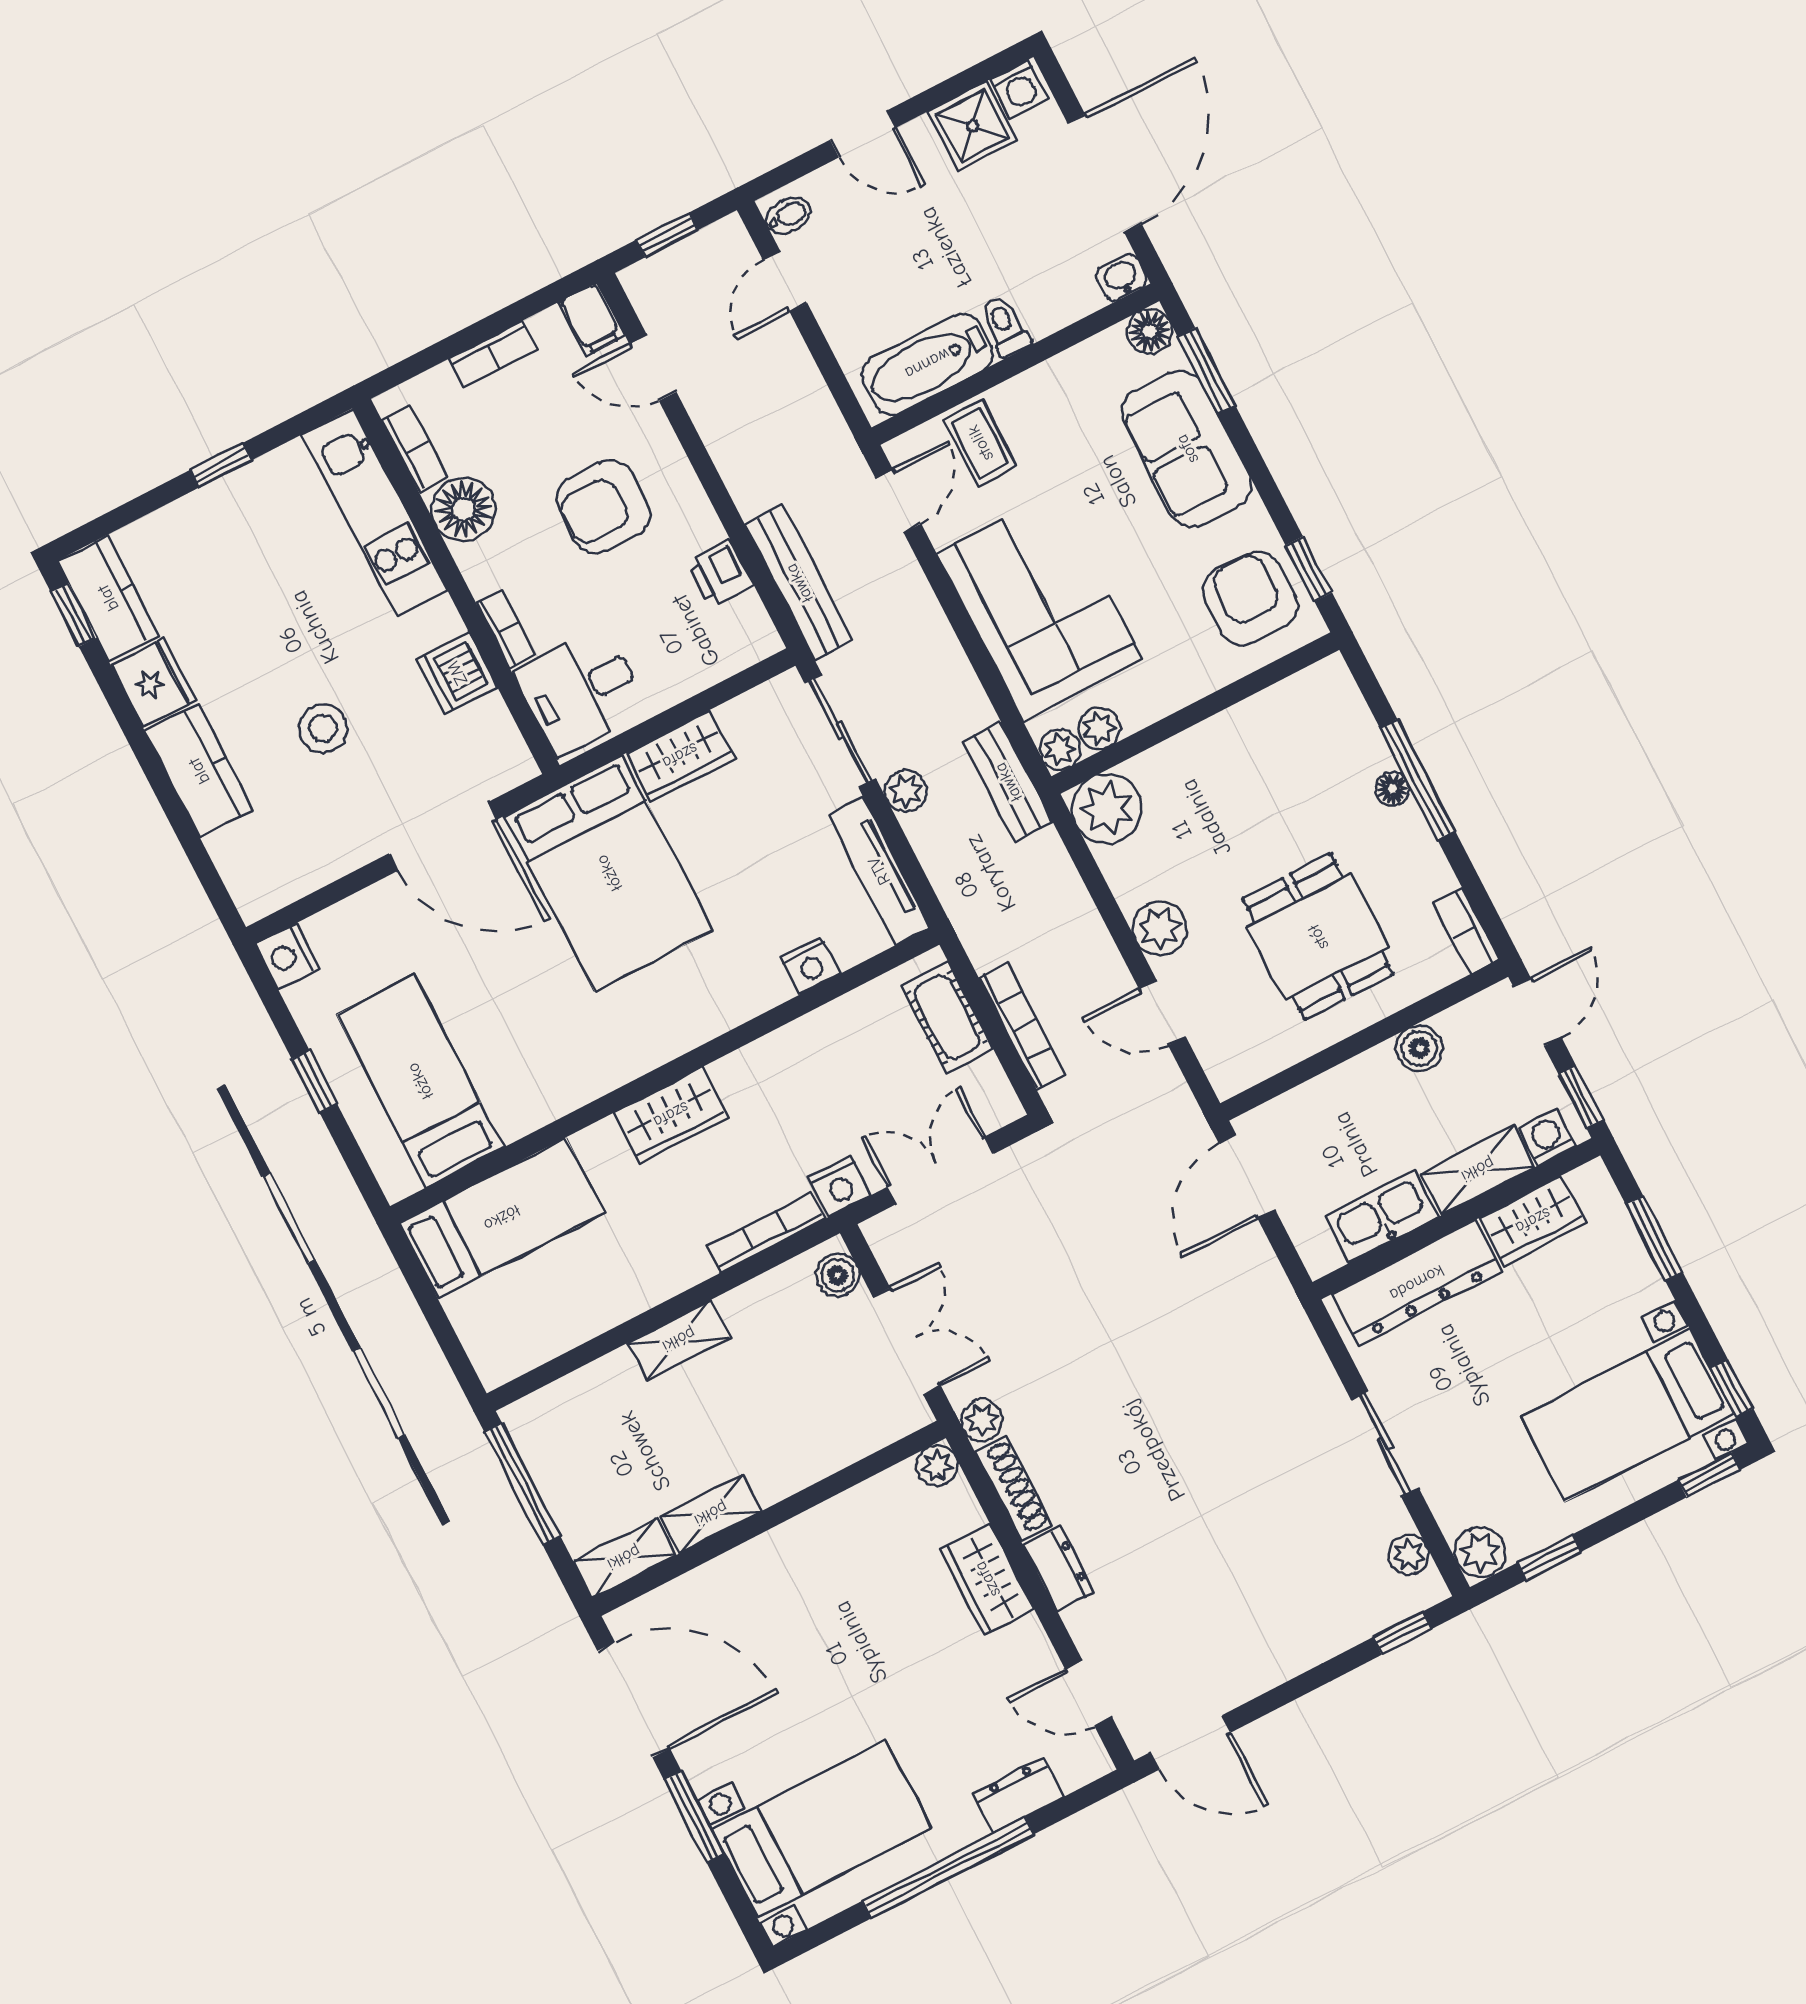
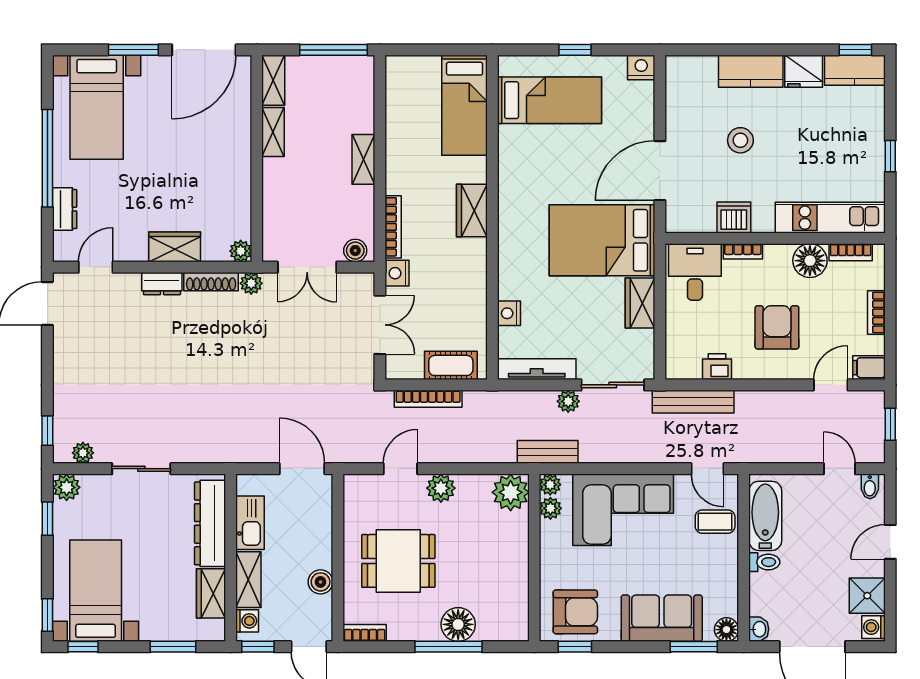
floor lamp: (1392, 789) -> (458, 624), width x1.89, depth x1.89

